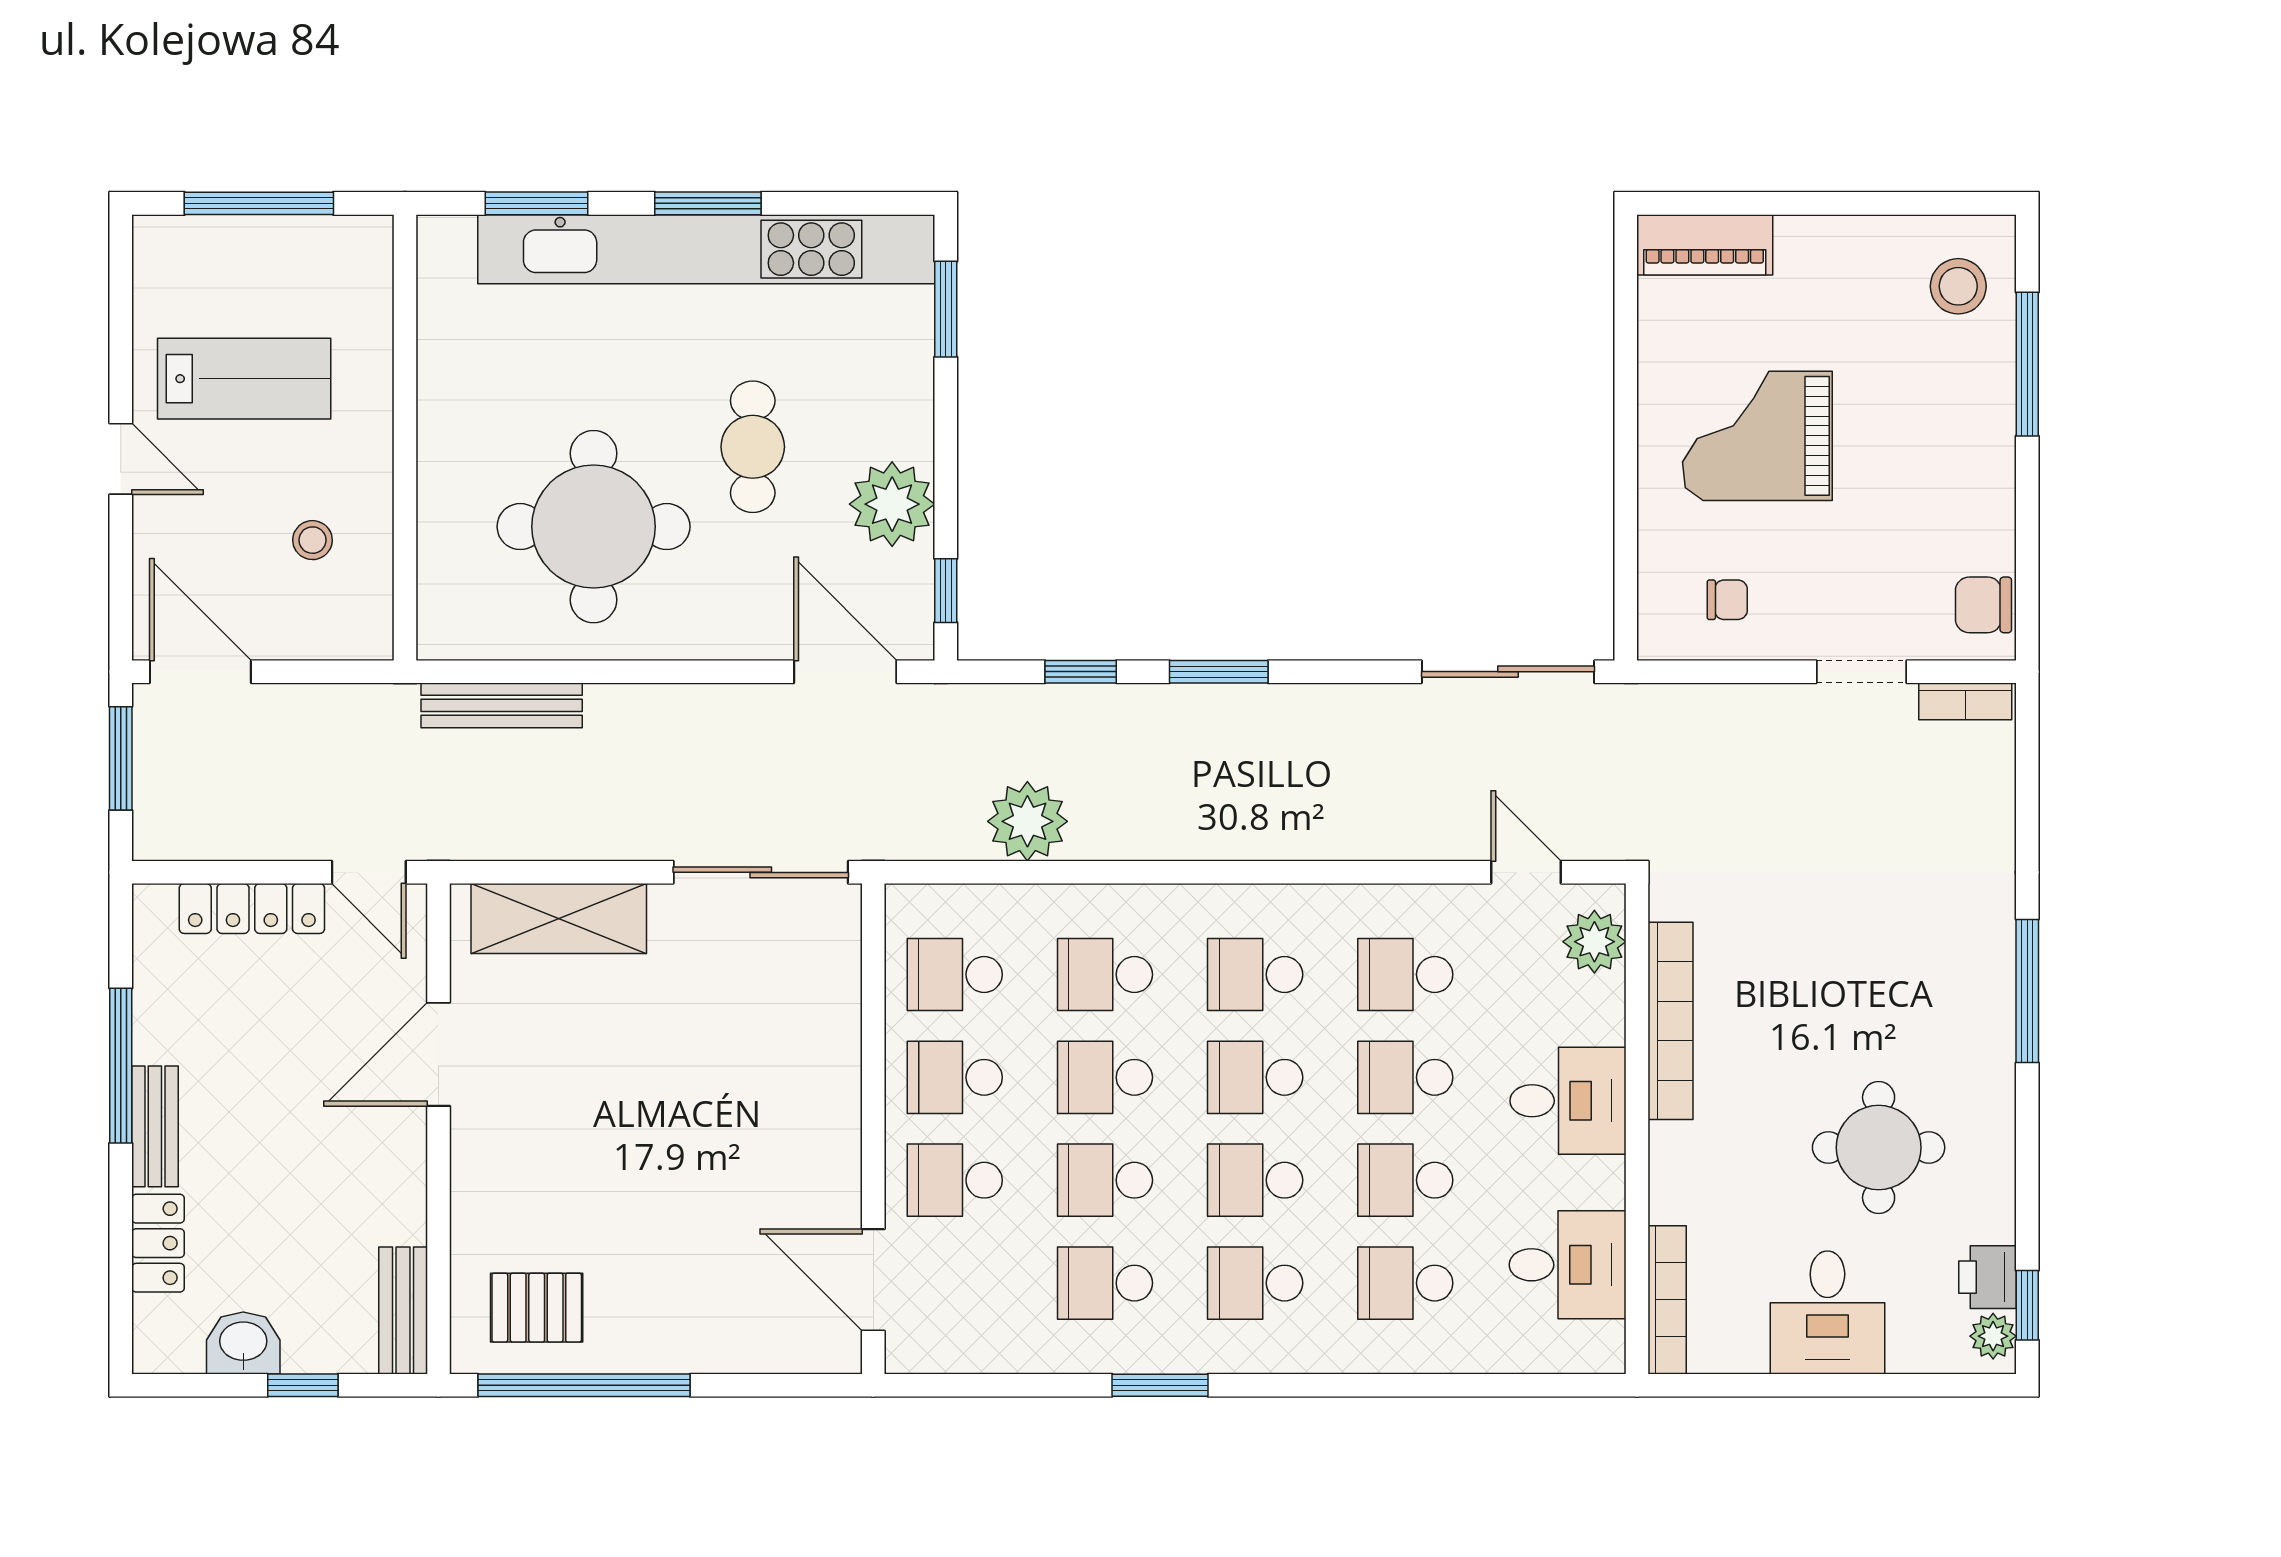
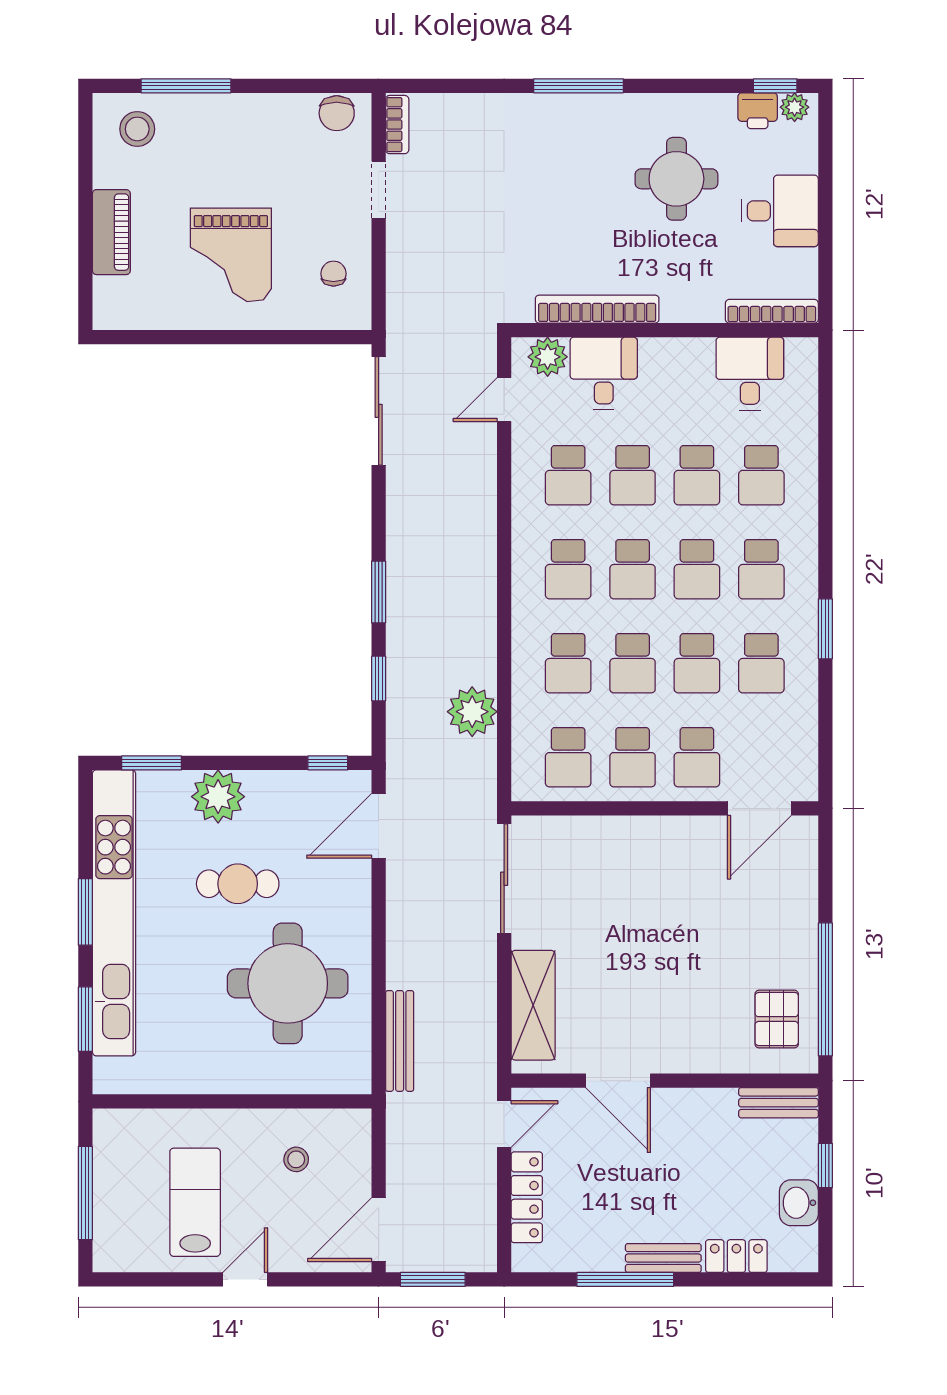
piano: (1705, 245) -> (111, 232), moved
plant: (892, 504) -> (218, 797), moved
desk: (1568, 1101) -> (604, 373), moved

